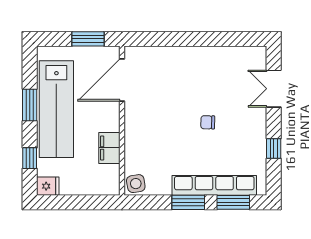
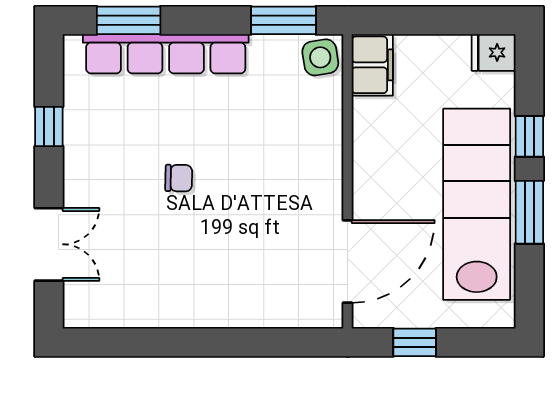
window: (88, 39) -> (415, 342), width x0.67
filing cabinet: (109, 148) -> (372, 65), moved
window: (30, 158) -> (529, 136), moved
window: (188, 202) -> (283, 20), moved

